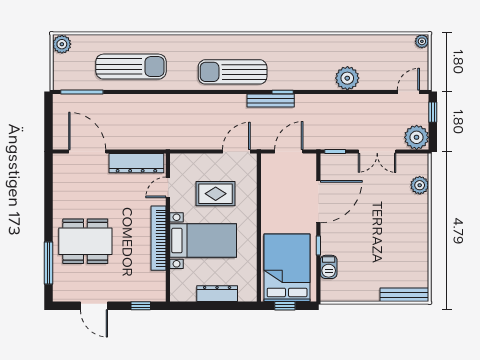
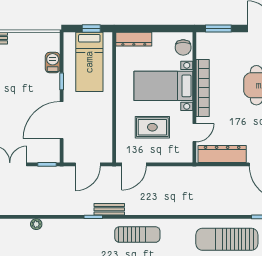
sun lounger: (233, 72) -> (137, 235), width x0.73, depth x0.75
plant: (347, 78) -> (36, 224), width x0.53, depth x0.53
bench: (271, 101) -> (109, 209), width x0.73
bed: (287, 268) -> (89, 62), width x0.67
chair: (181, 284) -> (183, 47), added
dresser: (217, 294) -> (134, 39), moved
window: (141, 306) -> (218, 28), width x1.50

